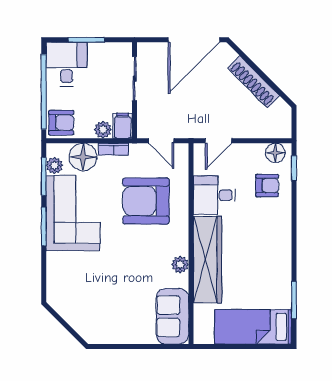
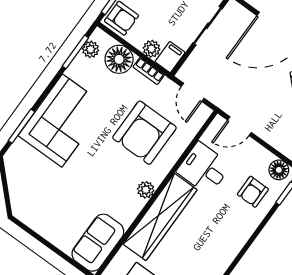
armchair: (267, 186) -> (253, 192), turned 90
armchair: (146, 201) -> (144, 133), turned -90
corner sofa: (73, 213) -> (62, 121), moved
window: (44, 227) -> (22, 126), moved
plant: (180, 265) -> (146, 190), moved

